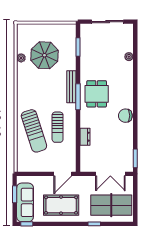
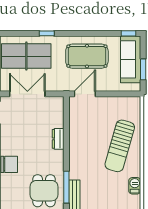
barbecue: (22, 98) -> (135, 186), added
sun lounger: (58, 127) -> (91, 150), removed
sun lounger: (34, 131) -> (120, 146), turned -146

